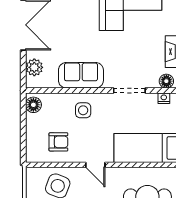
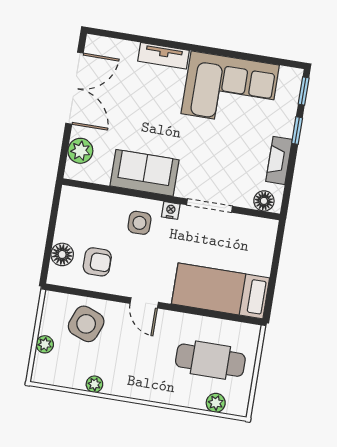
nightstand: (164, 98) -> (171, 210), moved
floor lamp: (33, 105) -> (62, 254), moved

